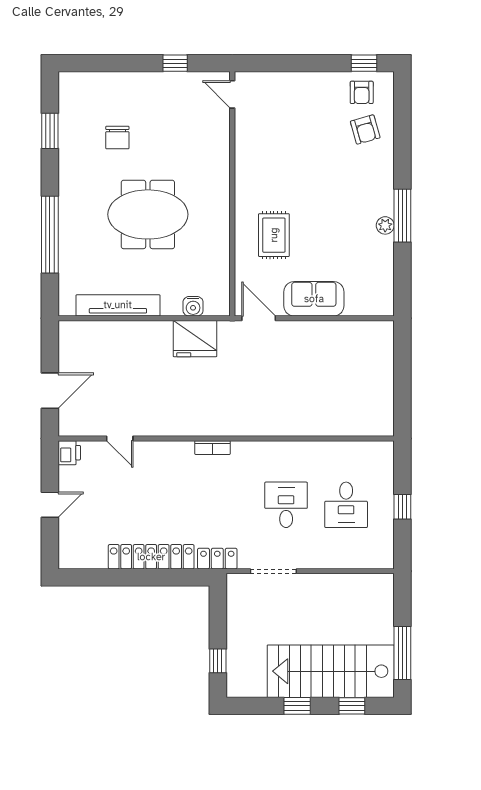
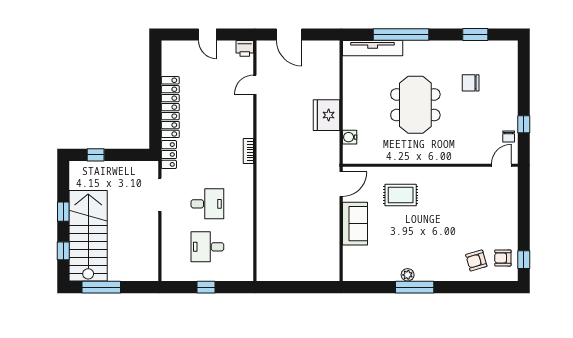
chair: (192, 84) -> (509, 136), added
tv unit: (118, 305) -> (373, 48), moved, turned 90
fridge: (195, 339) -> (326, 115), moved

